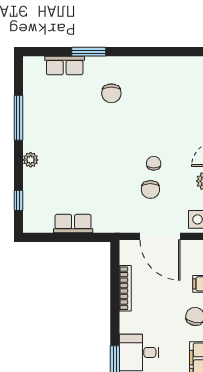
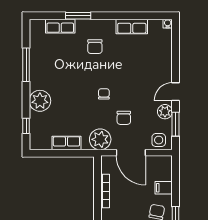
row of seats: (161, 66) -> (132, 26), added
plant: (31, 160) -> (40, 101), width x1.88, depth x1.88
chair: (154, 163) -> (104, 94), moved
plant: (119, 219) -> (100, 139), added

